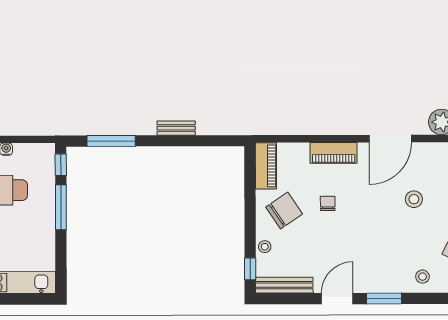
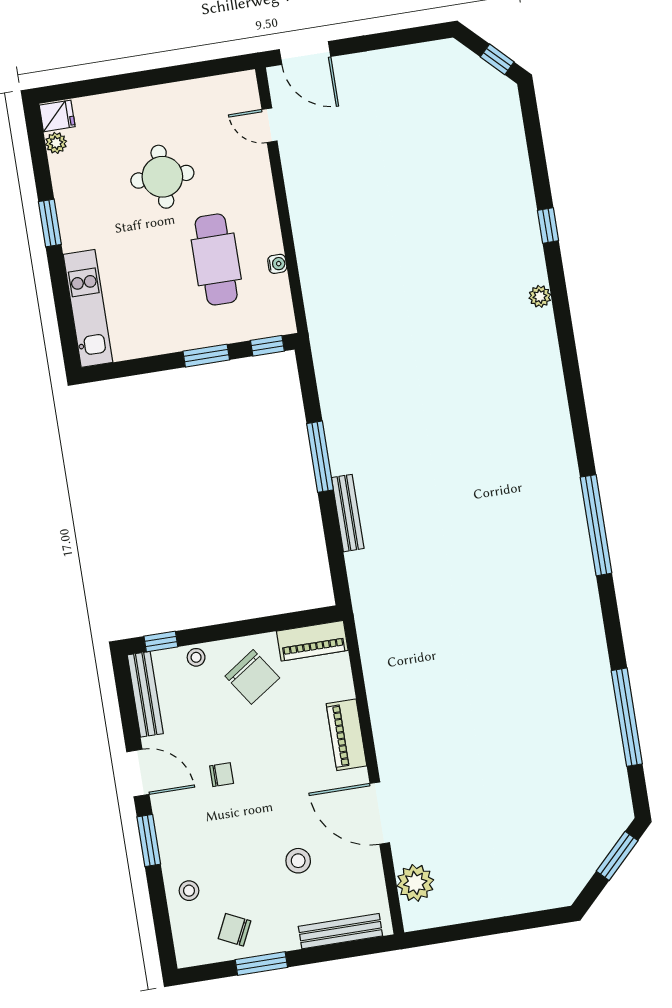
bench: (176, 128) -> (348, 513), width x1.36
window: (111, 141) -> (320, 457), moved
chair: (328, 203) -> (222, 775), moved
window: (61, 207) -> (206, 356), width x0.69

